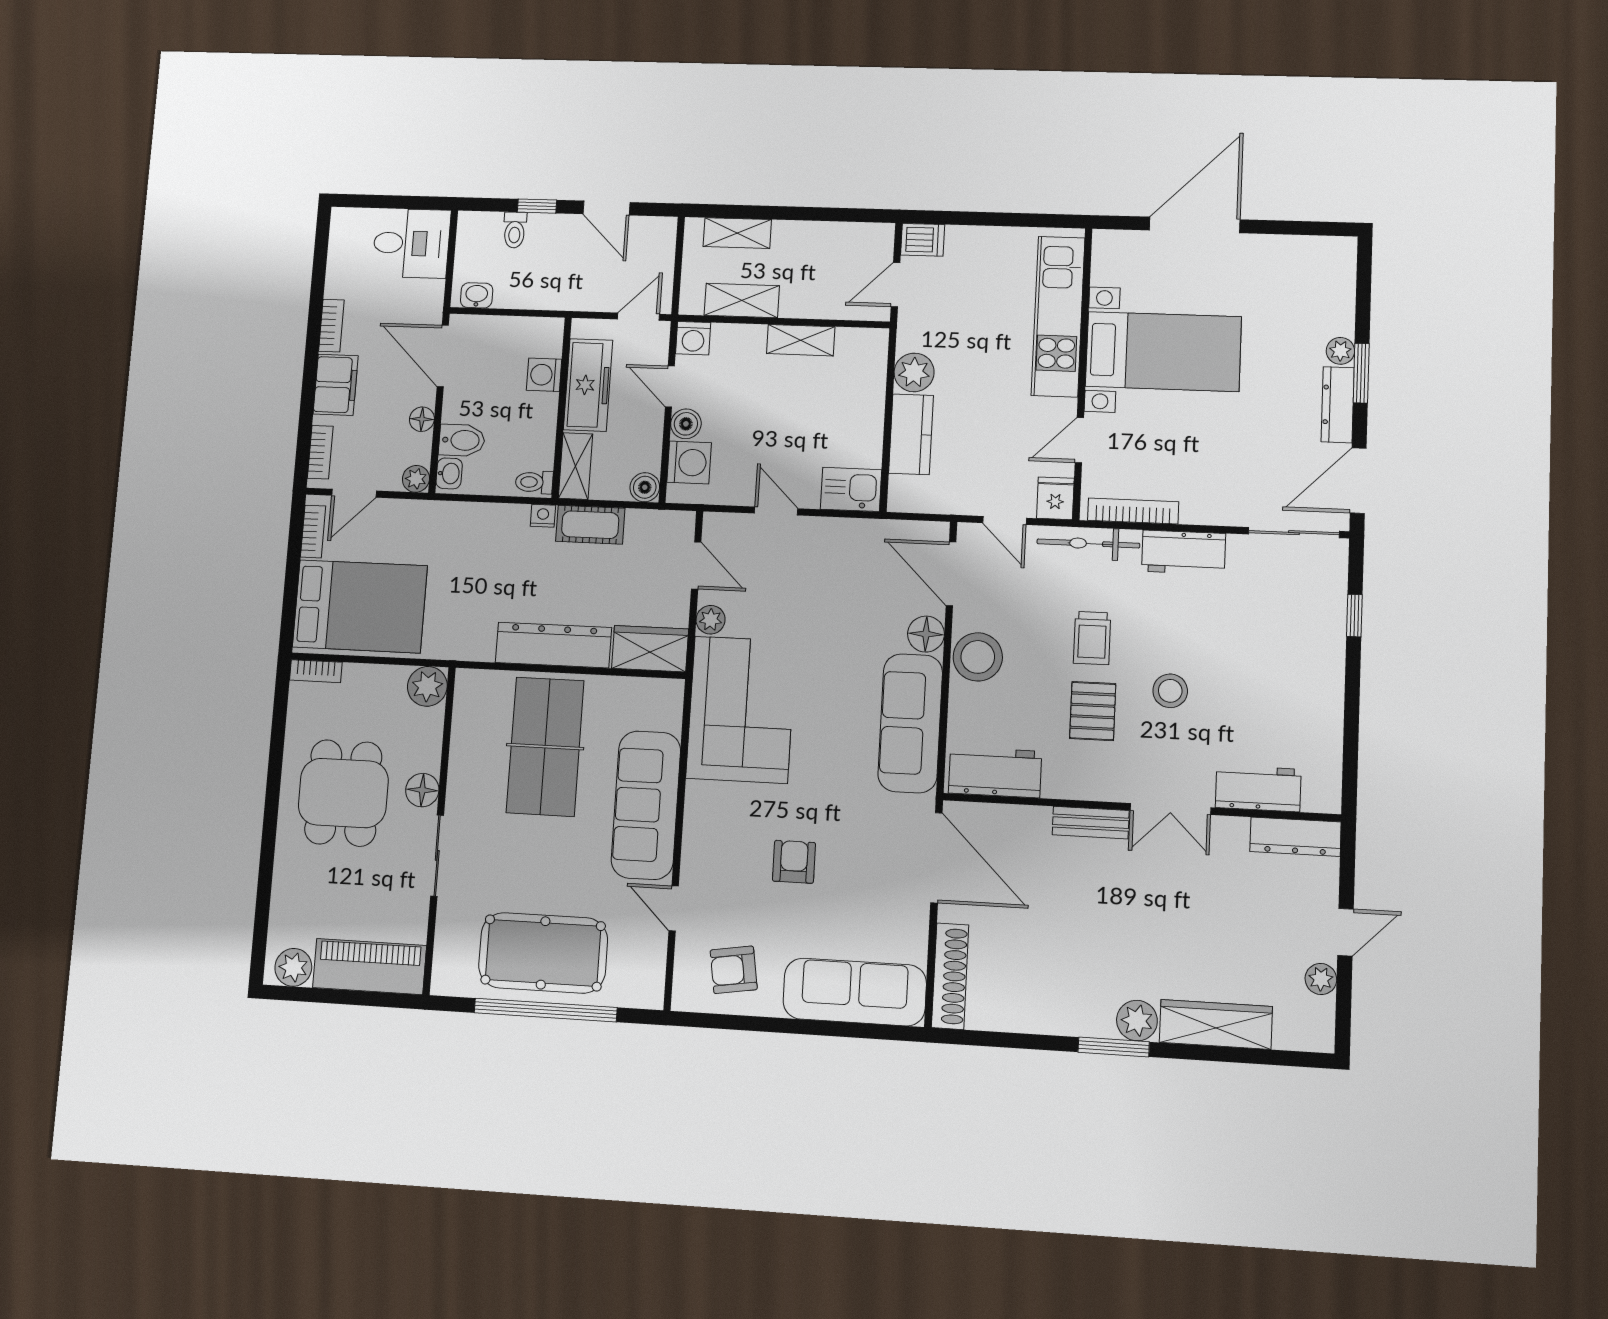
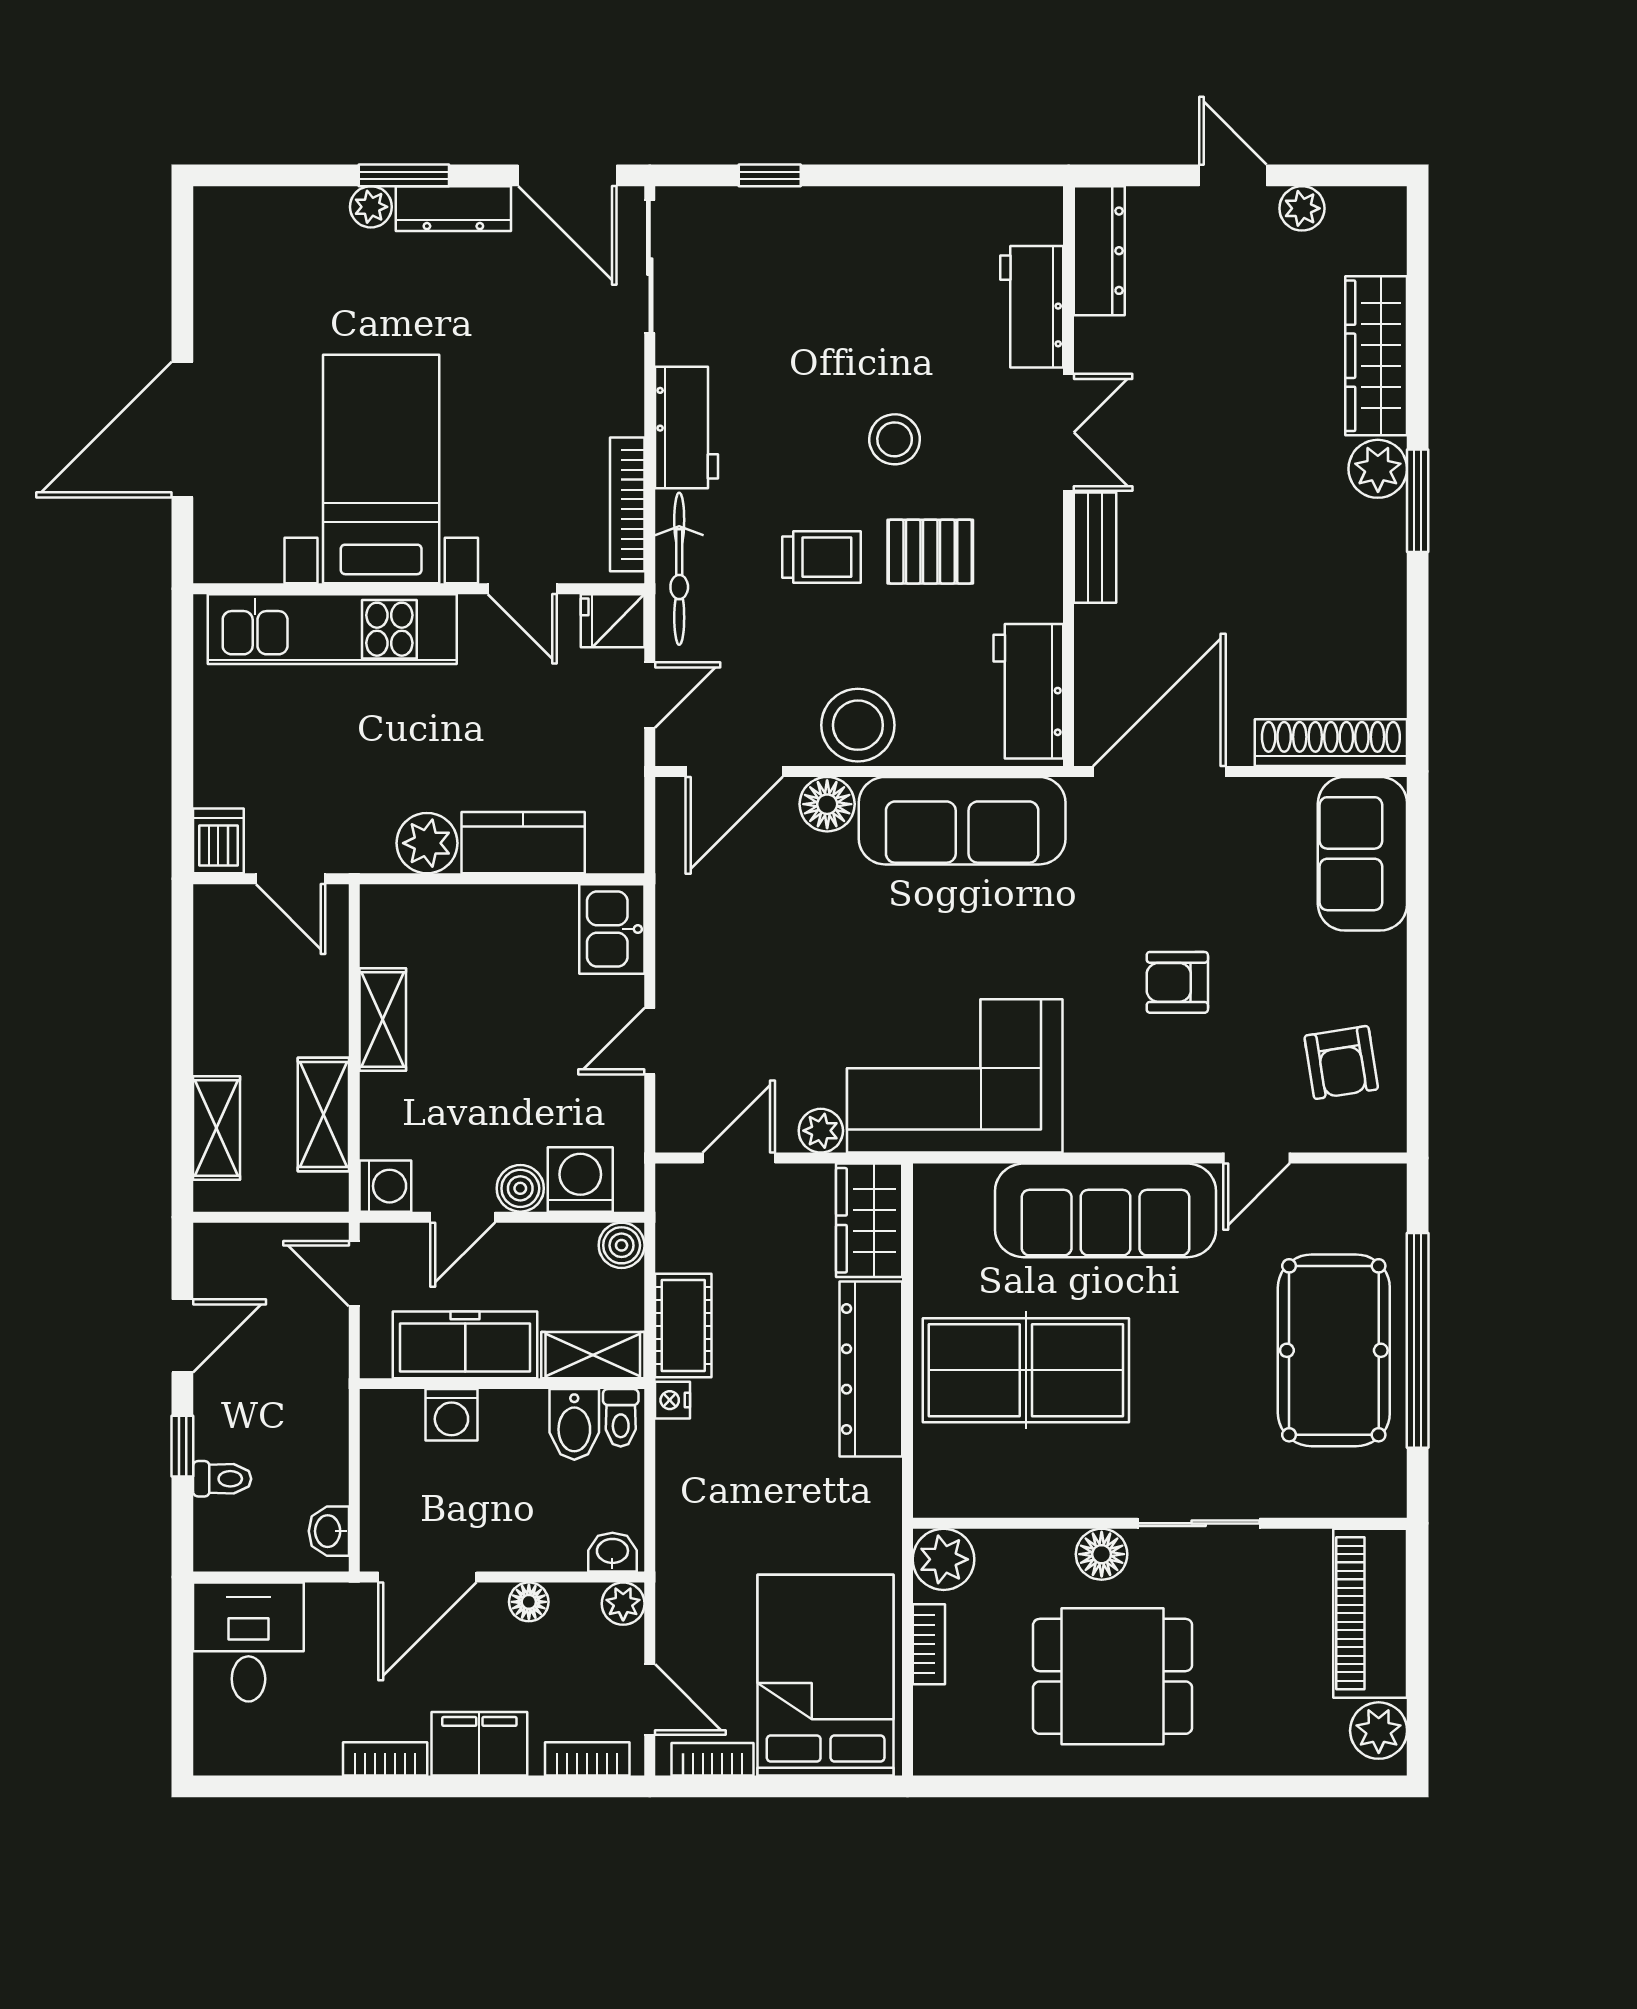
door: (1195, 225) -> (182, 430), hinge flipped
bidet: (462, 440) -> (574, 1424), moved, turned 180
bookcase: (316, 671) -> (929, 1644), moved
sofa: (855, 992) -> (1362, 854), width x0.73

